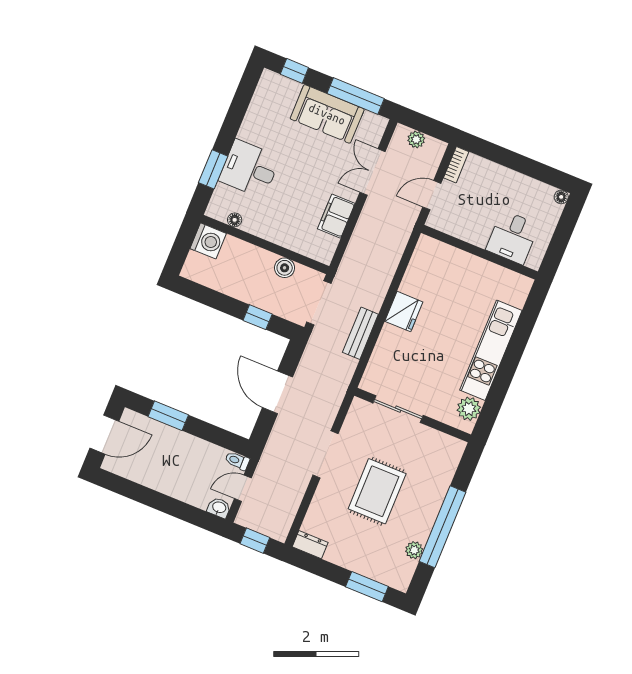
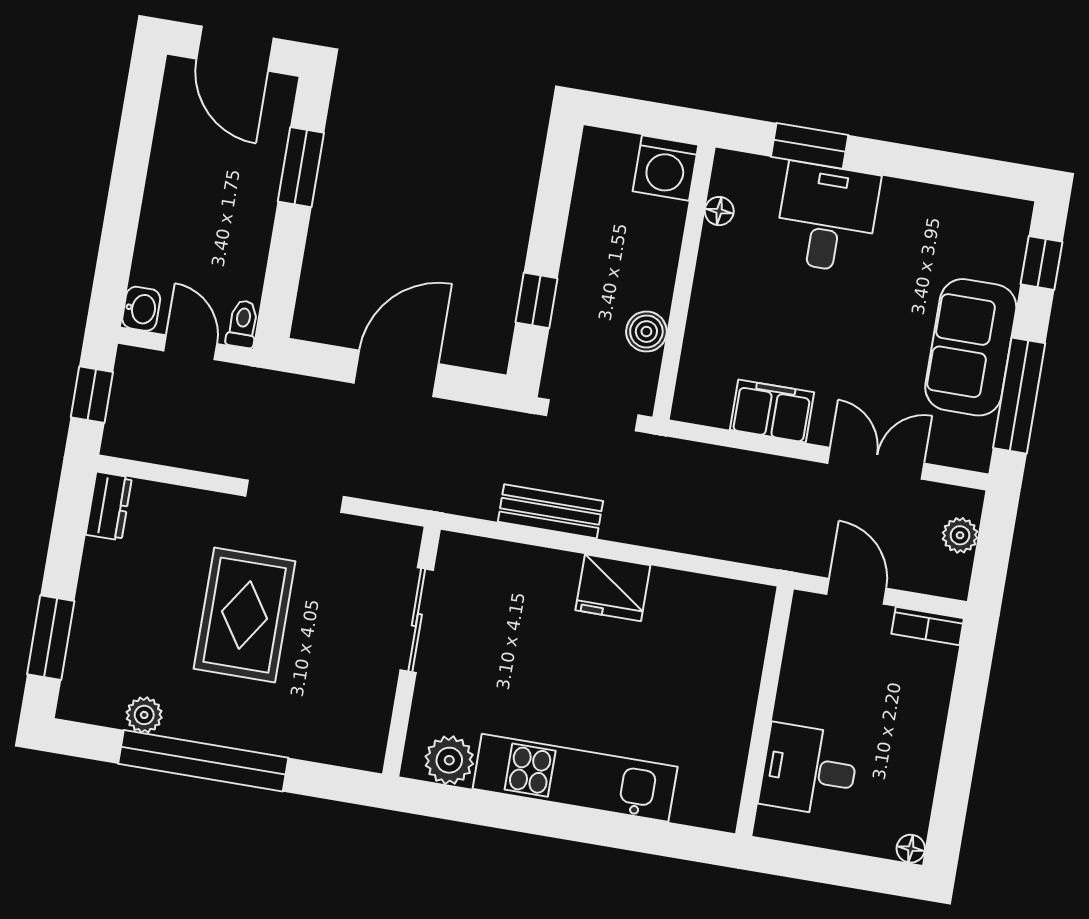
rug: (377, 491) -> (245, 615), turned 90

